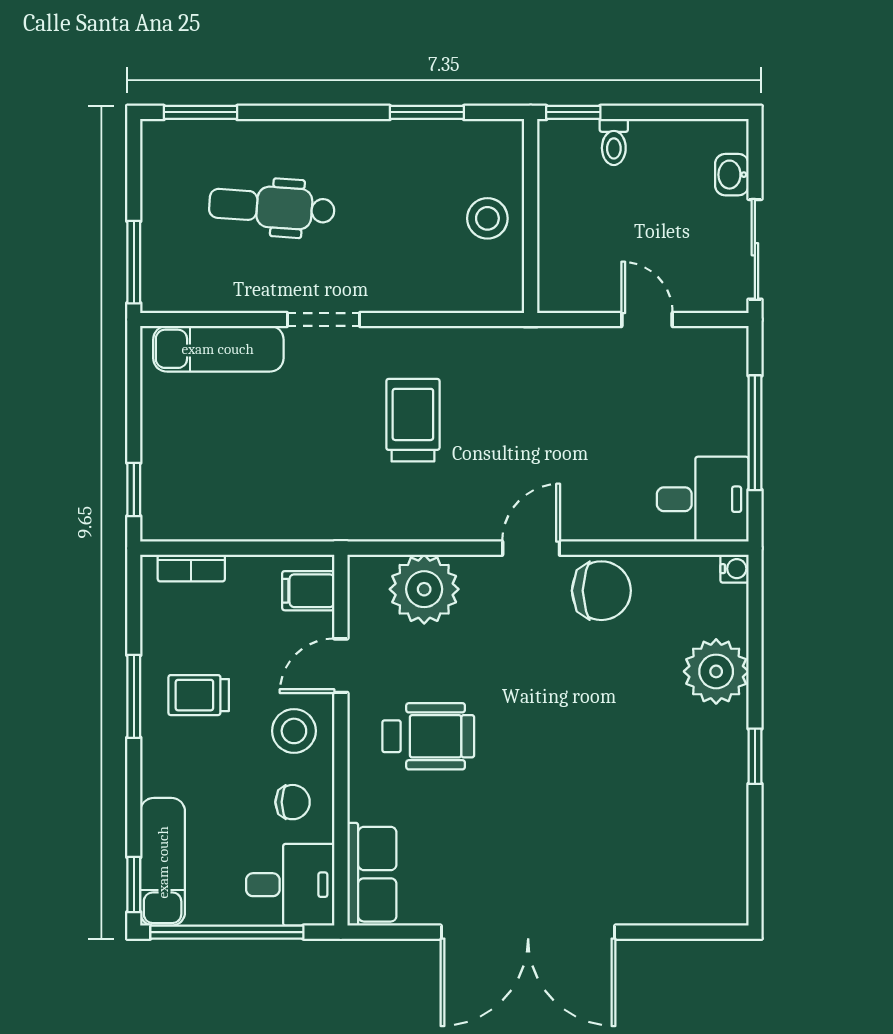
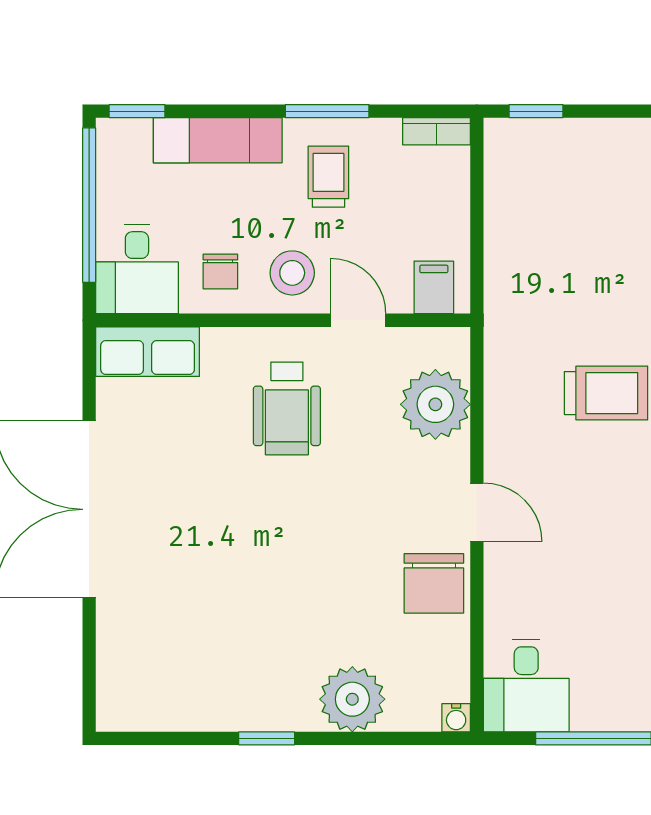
bookcase: (191, 568) -> (436, 131), moved, turned -90
exam couch: (163, 862) -> (218, 140), moved

